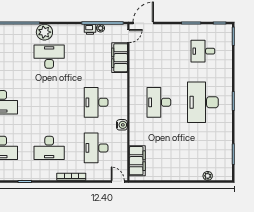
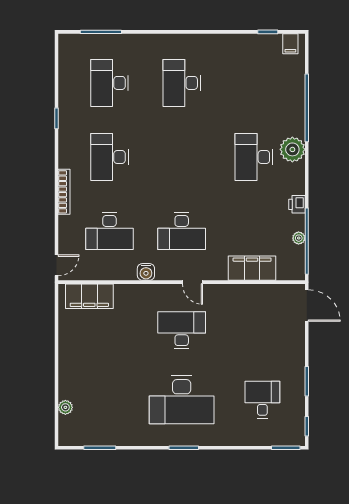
printer: (90, 29) -> (297, 204), moved
door: (128, 36) -> (192, 282), moved
desk: (49, 57) -> (254, 157), turned 180
desk: (96, 102) -> (182, 231), turned 180
desk: (203, 102) -> (182, 400), turned 180
desk: (96, 148) -> (109, 231), turned 180

